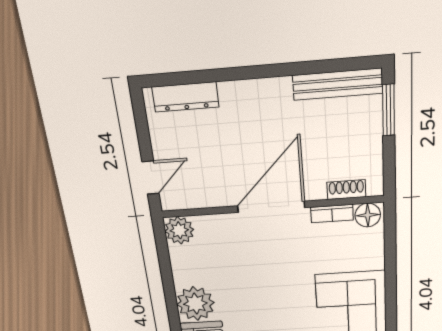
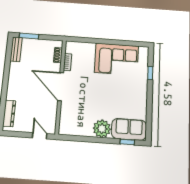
bench: (338, 84) -> (16, 49), width x0.73
floor lamp: (368, 215) -> (70, 48), removed
plant: (179, 230) -> (65, 128), removed

